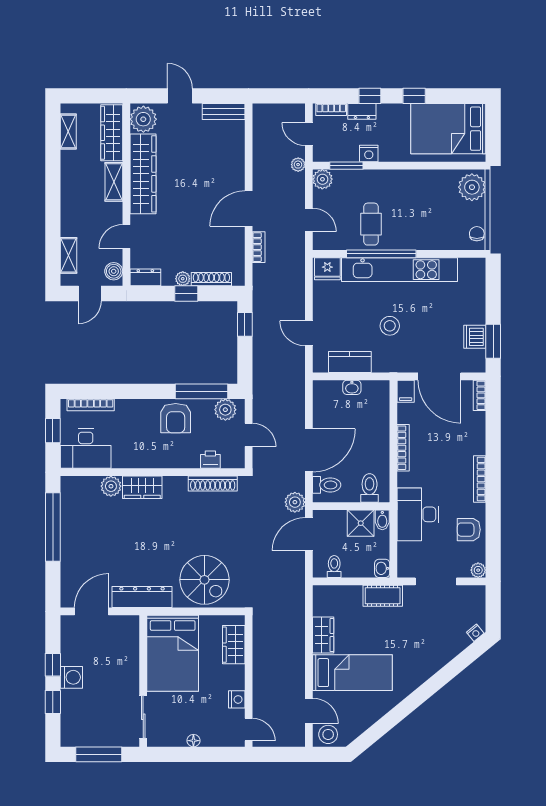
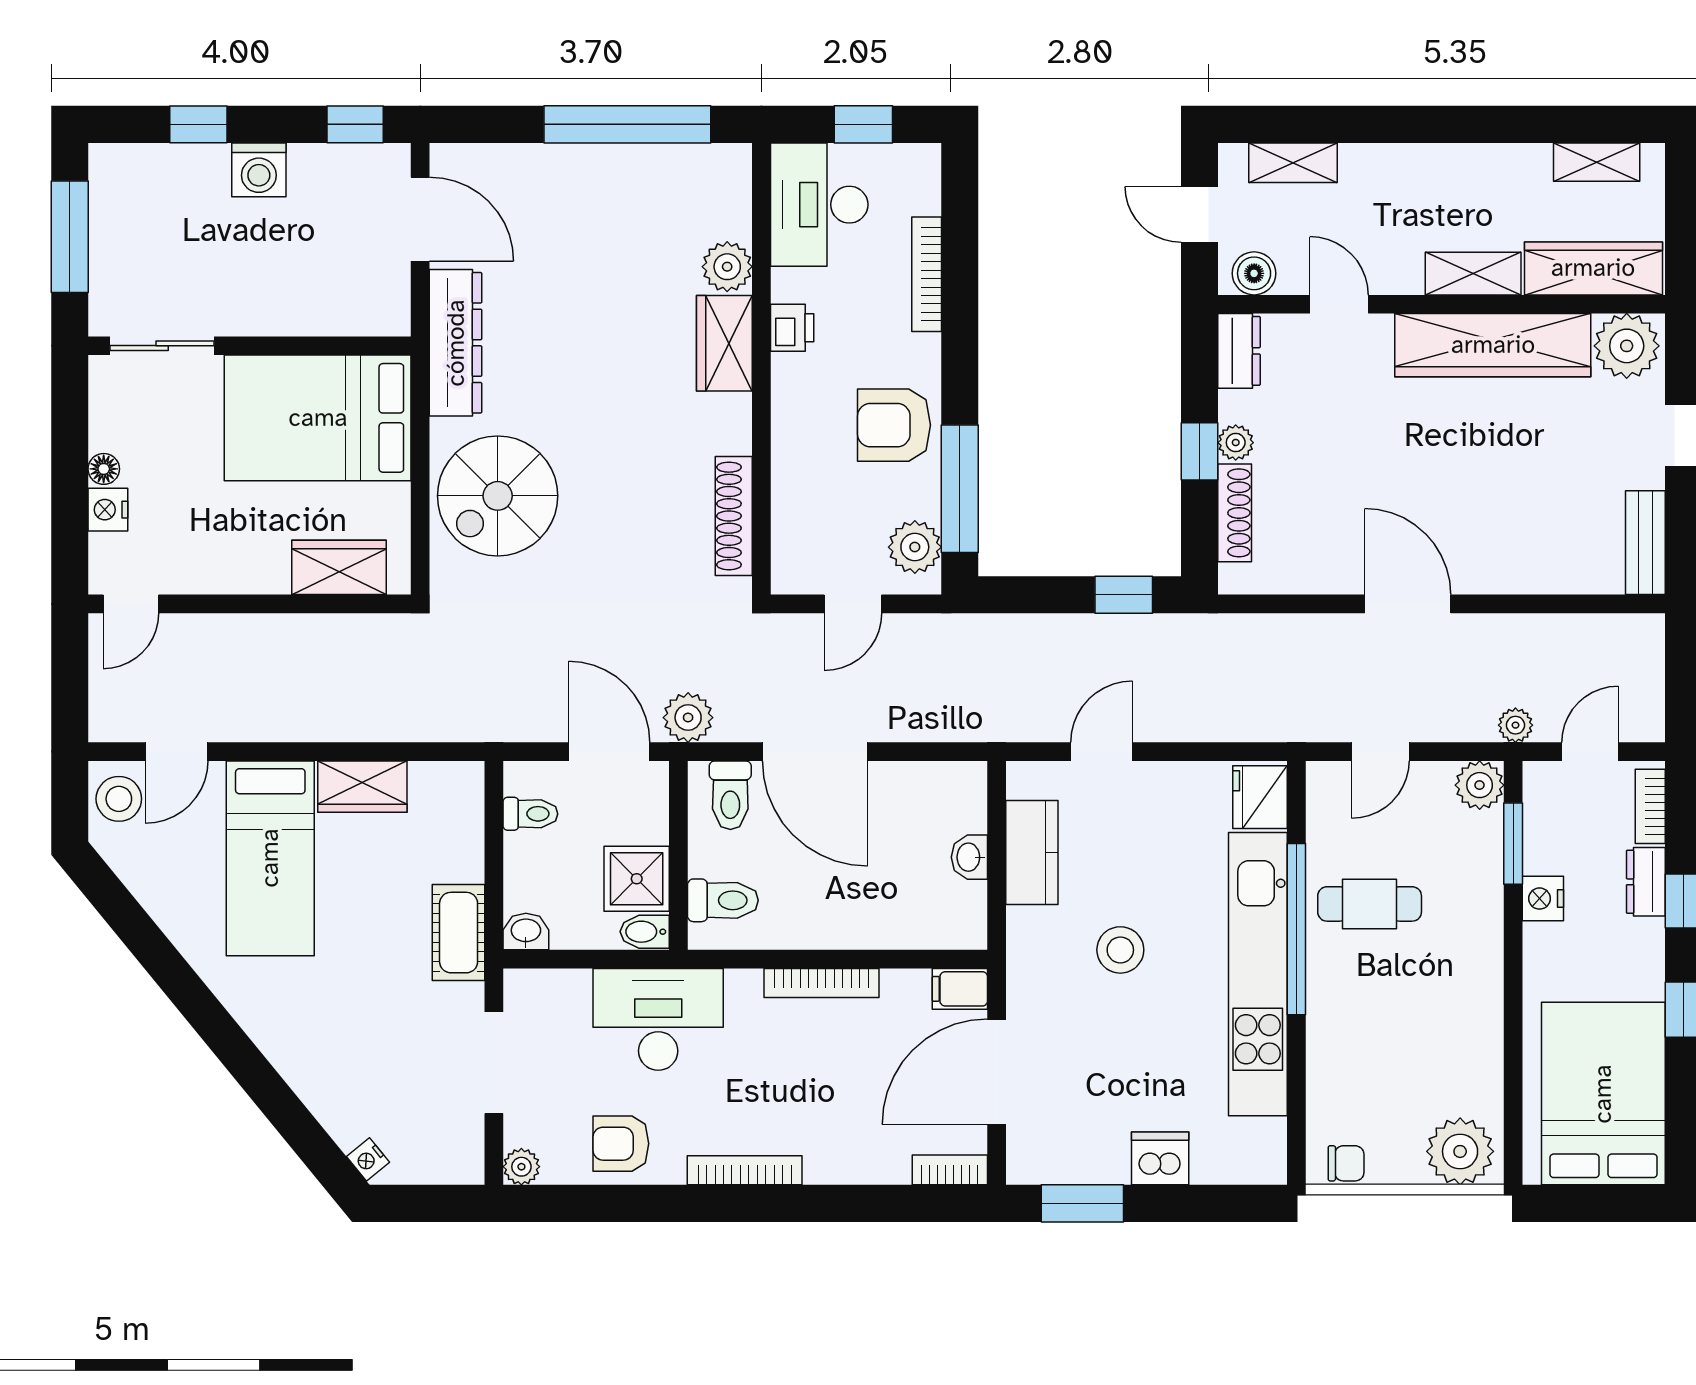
bookcase: (259, 247) -> (1313, 628), removed
dishwasher: (475, 337) -> (1160, 1158), moved
bookcase: (91, 405) -> (927, 274), moved
printer: (210, 460) -> (792, 328), moved
armchair: (469, 530) -> (621, 1144), turned -90
window: (53, 665) -> (355, 124), moved
nightstand: (237, 699) -> (108, 510), moved, turned 90

